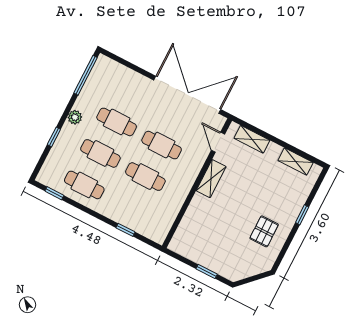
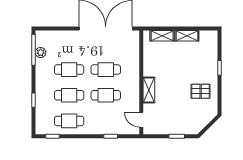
plant: (75, 117) -> (41, 53), moved
door: (218, 142) -> (141, 120), moved
shelving: (296, 161) -> (187, 36), moved
shelving: (211, 179) -> (149, 90), moved
pallet: (264, 231) -> (201, 91), turned 90

